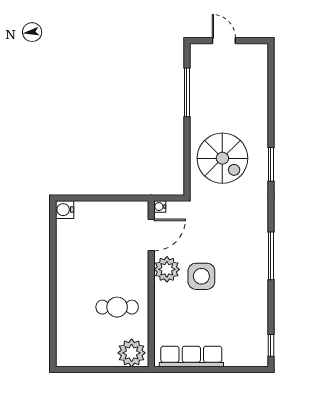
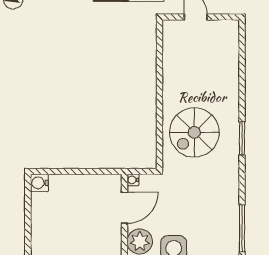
window: (187, 92) -> (160, 68), removed
spiral stairs: (222, 158) -> (194, 132), turned 90

